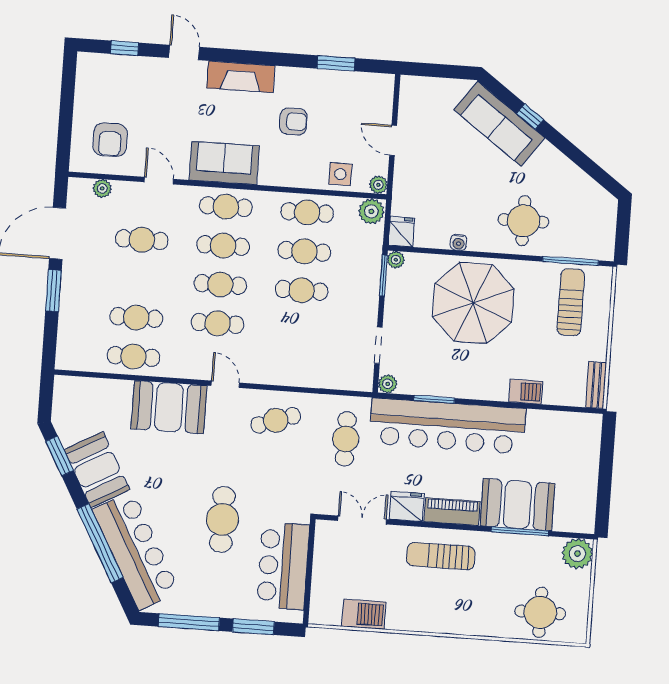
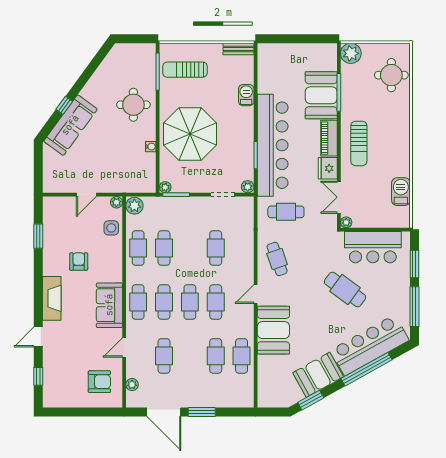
fridge: (401, 232) -> (146, 185), removed
cafe table: (302, 290) -> (216, 248), moved
cafe table: (222, 519) -> (345, 289), turned 36
plant: (323, 528) -> (346, 222), added

